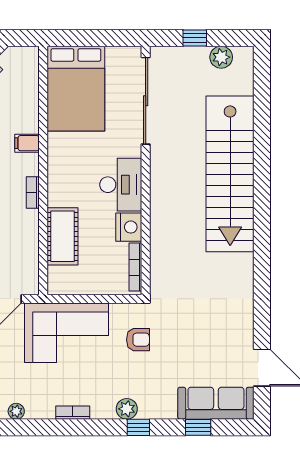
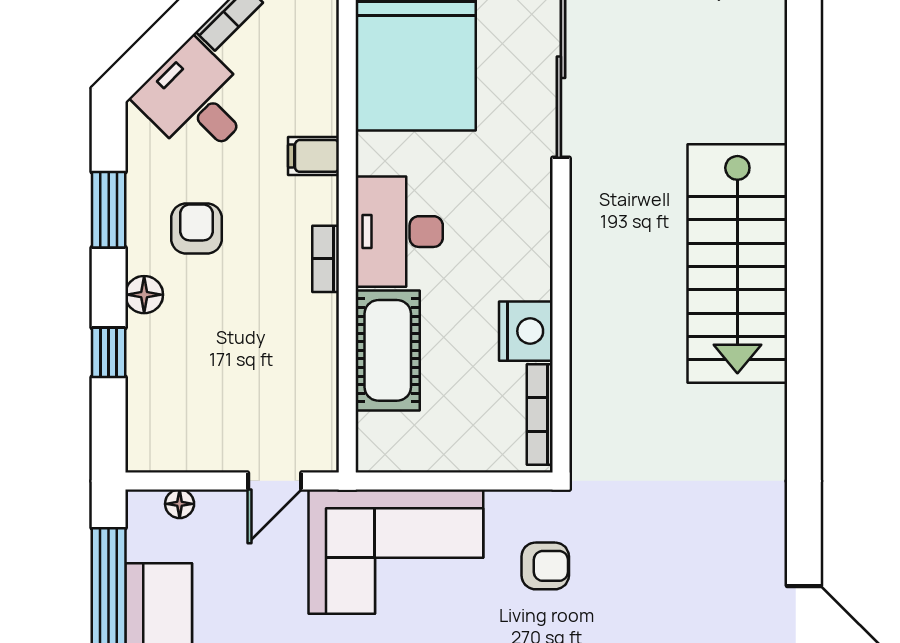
stairs: (230, 174) -> (737, 263), width x0.73
desk: (121, 185) -> (399, 232), moved, turned 180

